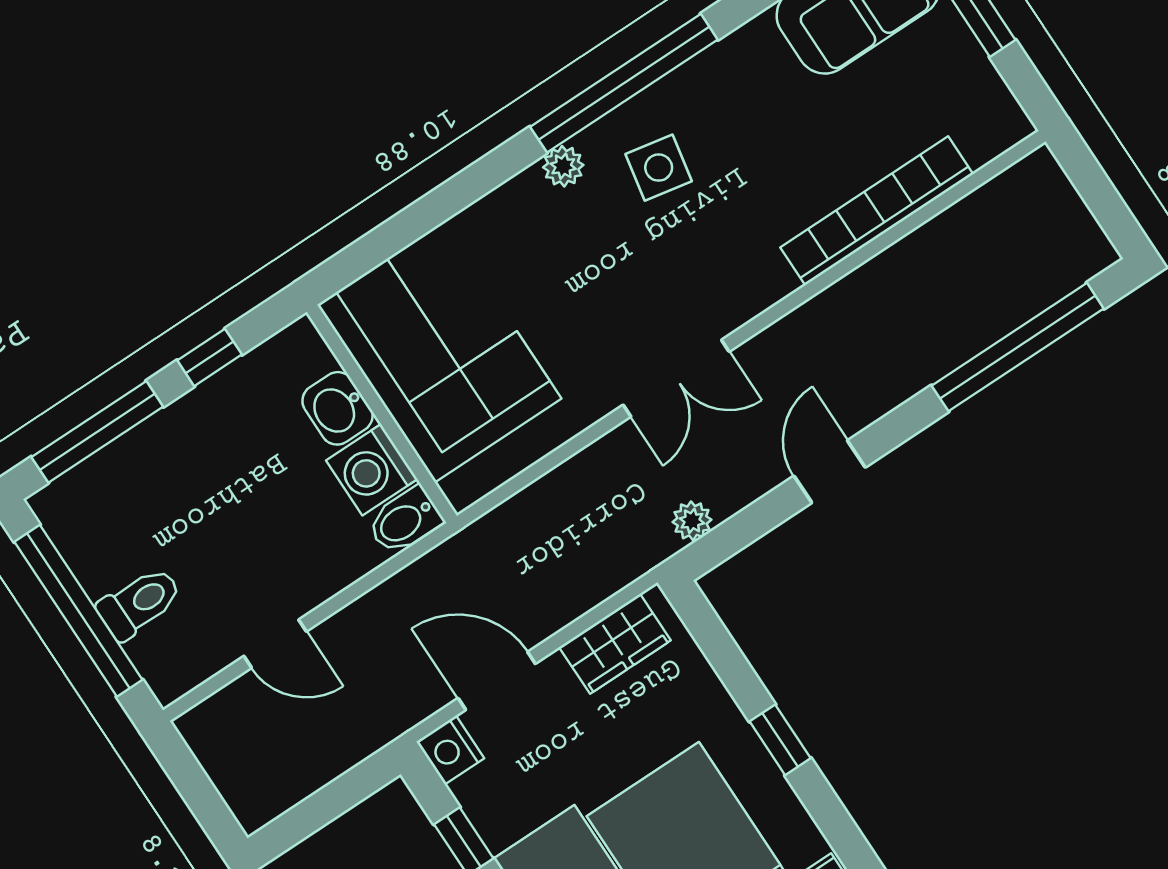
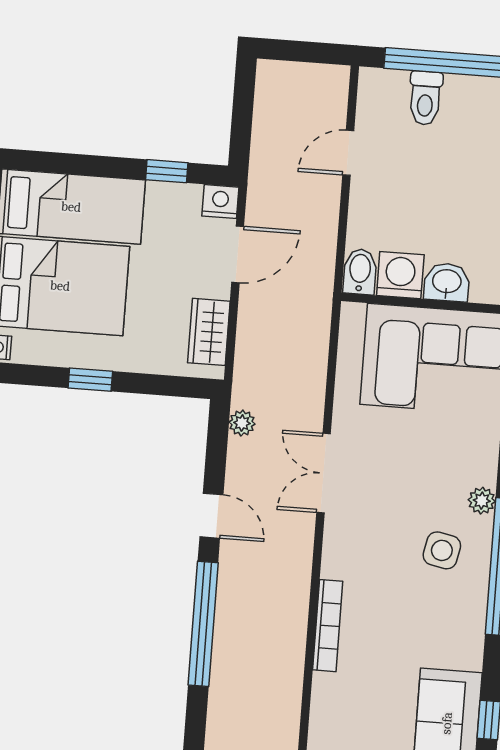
bookcase: (877, 211) -> (328, 626), width x0.68, depth x0.76
window: (1018, 347) -> (203, 624), moved

